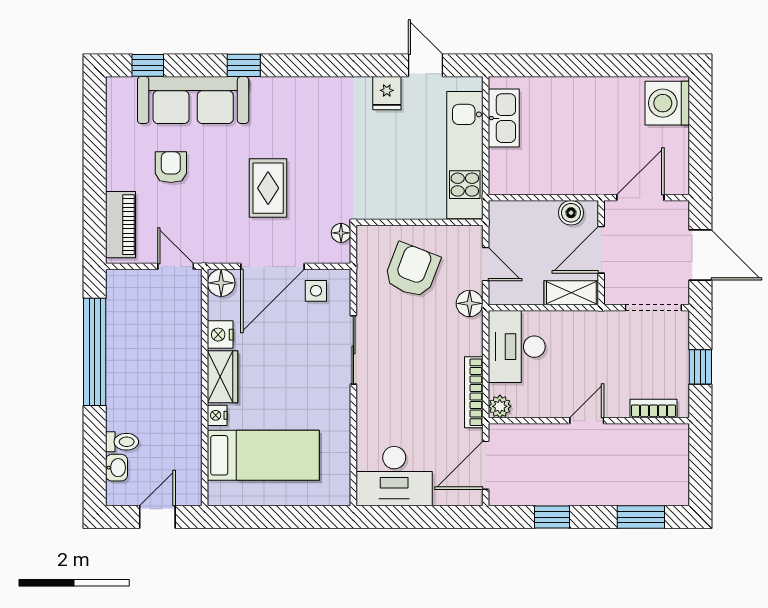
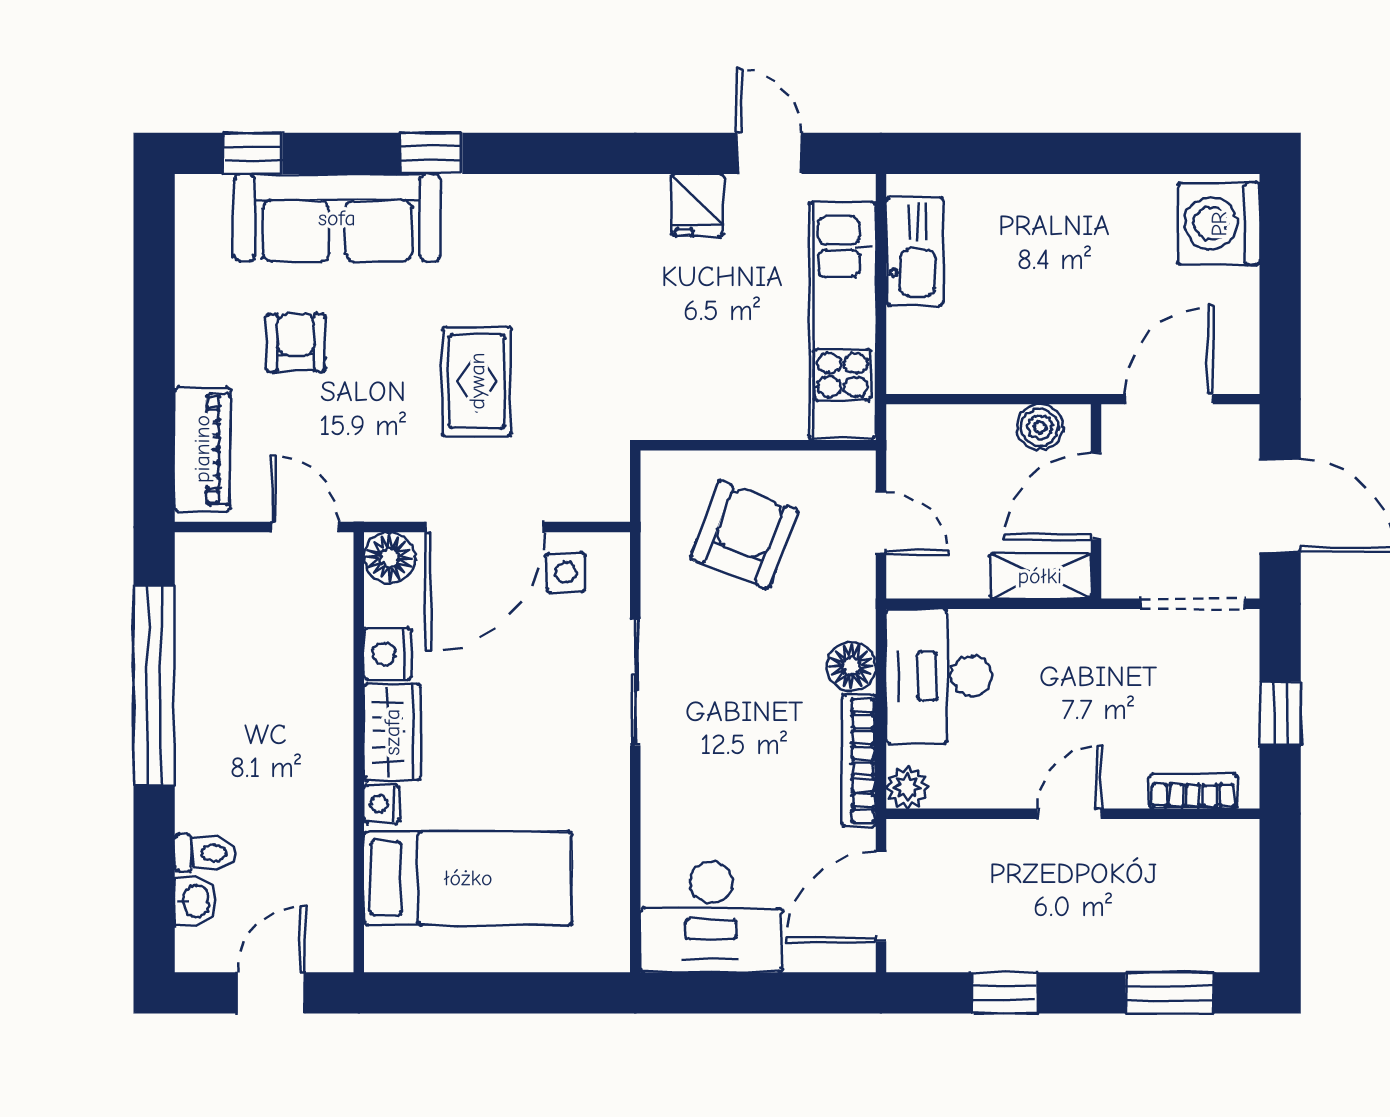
floor lamp: (341, 233) -> (612, 465), removed
floor lamp: (470, 303) -> (851, 666), moved

